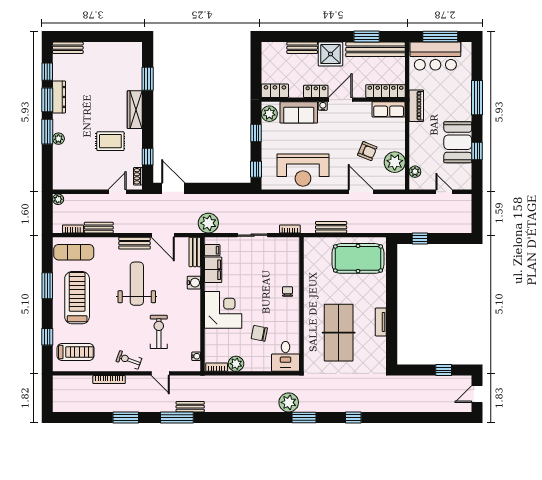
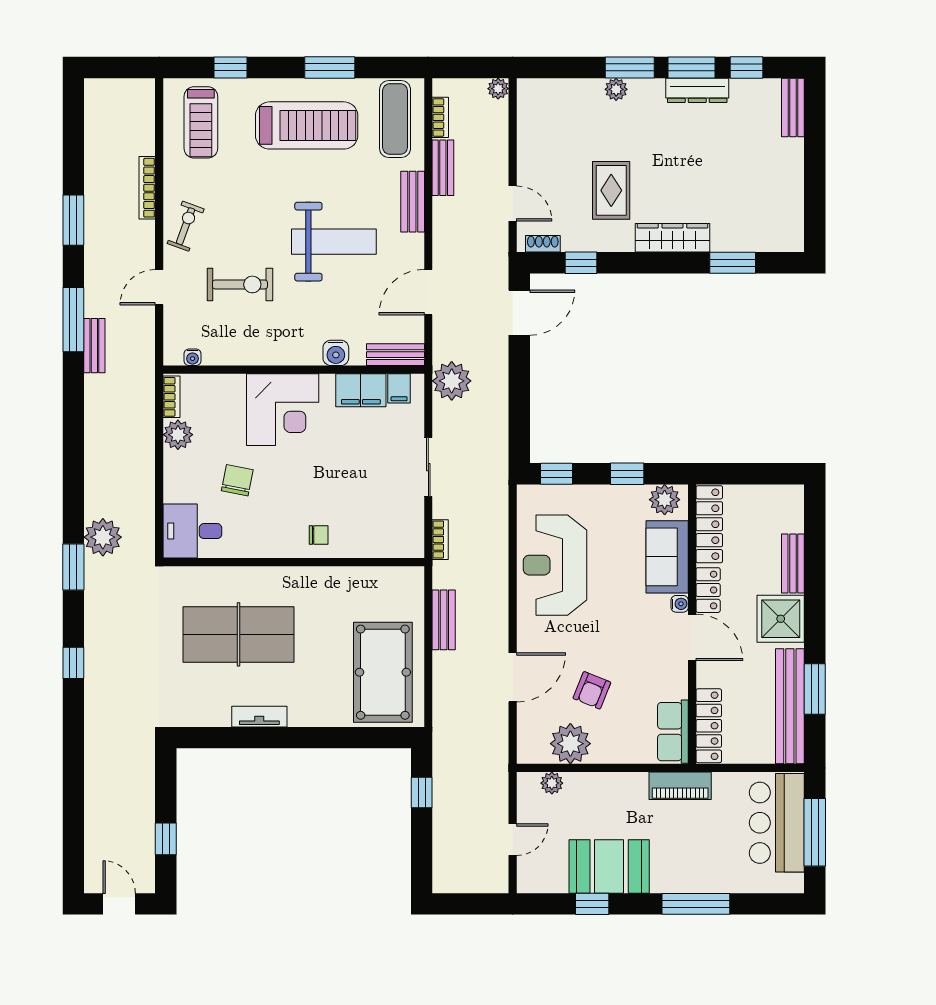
locker: (275, 91) -> (709, 524), width x1.53
bench: (134, 243) -> (413, 202), moved

